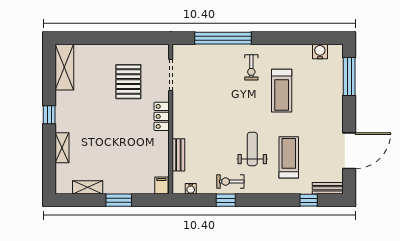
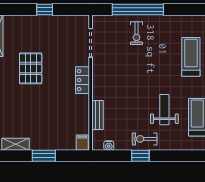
window: (120, 38) -> (45, 9), added
exercise bike: (251, 67) -> (136, 33), moved
pallet: (128, 82) -> (31, 68), moved
treadmill: (282, 91) -> (191, 57), turned 180

